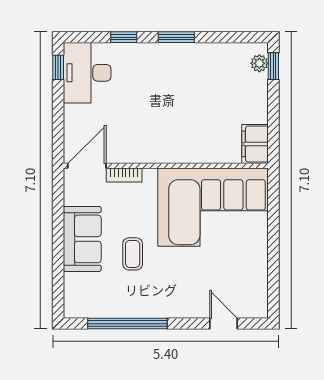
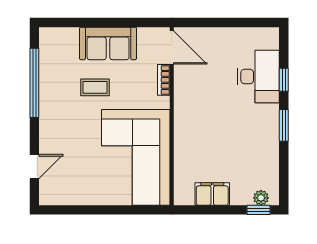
window: (58, 67) -> (257, 22), removed
desk: (87, 73) -> (258, 77), moved, turned 90
filing cabinet: (255, 144) -> (212, 194), moved

